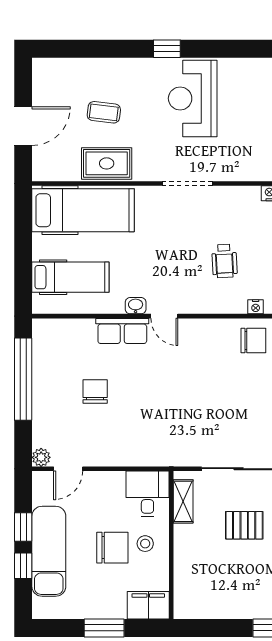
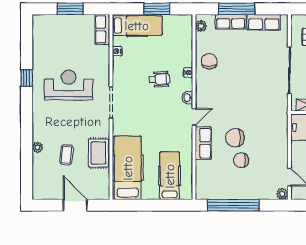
window: (167, 49) -> (27, 78), moved
plant: (116, 66) -> (38, 147), added
reception desk: (193, 98) -> (69, 85), moved, turned 180
washbasin: (136, 306) -> (187, 98), moved
nightstand: (256, 307) -> (188, 73), moved
chair: (131, 381) -> (235, 138), added

